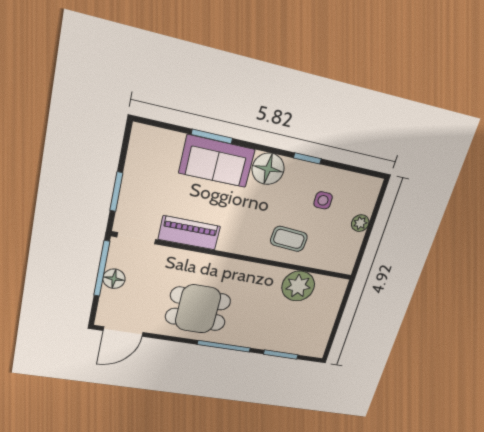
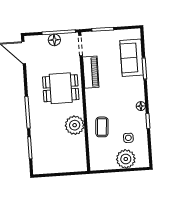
sofa: (217, 161) -> (132, 58), moved
floor lamp: (268, 169) -> (141, 106), width x0.53, depth x0.53
plant: (360, 223) -> (126, 159), width x1.88, depth x1.88
plant: (298, 286) -> (75, 125), moved
dining table: (198, 309) -> (61, 88), moved, turned 90

